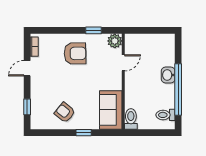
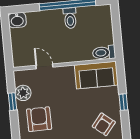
plant: (115, 41) -> (23, 93), moved
washbasin: (168, 75) -> (17, 20), moved
toilet: (165, 115) -> (70, 18), moved

